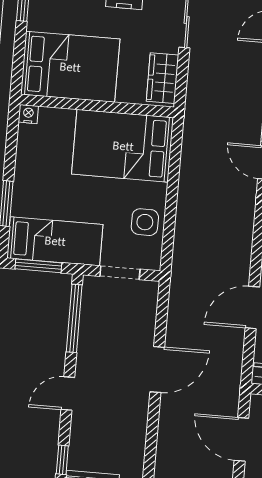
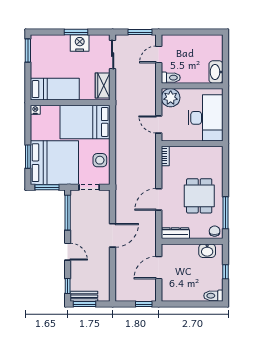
bed: (70, 67) -> (55, 89), width x0.67
bed: (55, 241) -> (54, 163), width x2.04
door: (68, 394) -> (68, 252), swing flipped
door: (241, 439) -> (159, 268), hinge flipped

